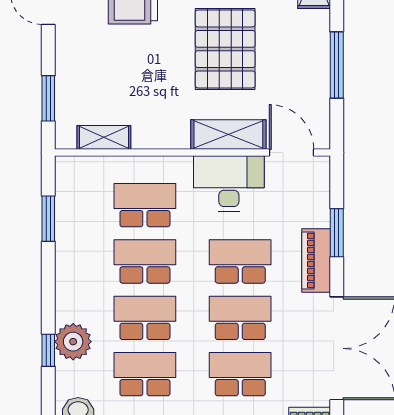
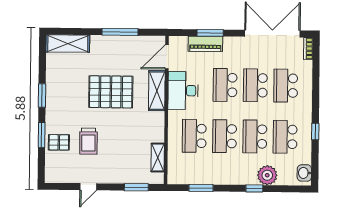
piano: (316, 261) -> (205, 44), moved
window: (48, 350) -> (254, 188), moved

